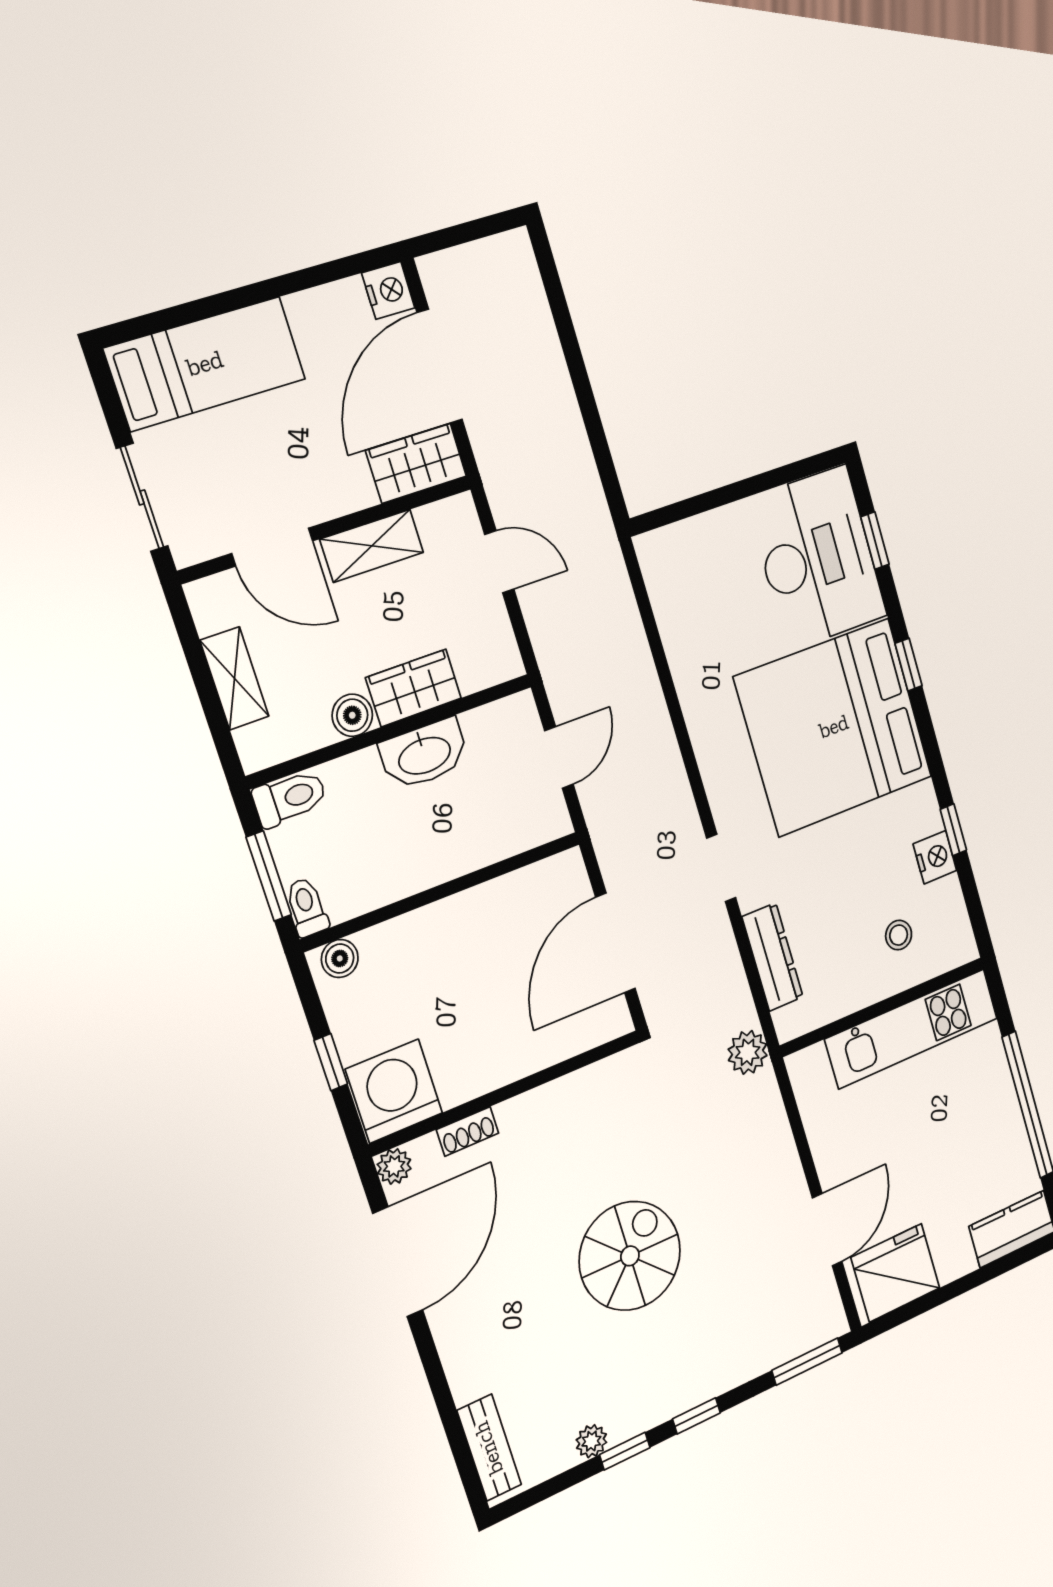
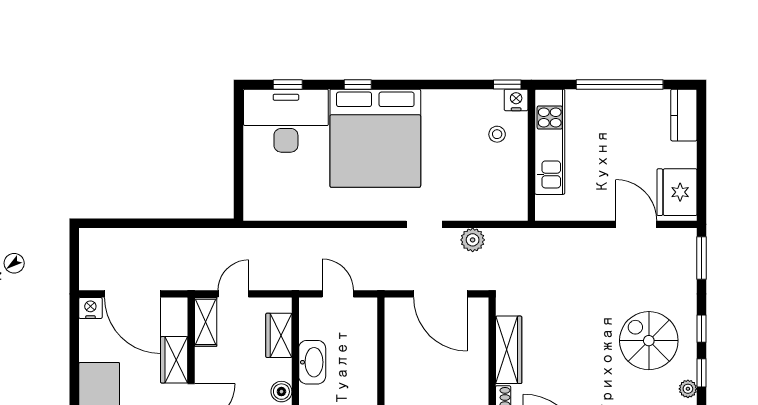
wardrobe: (416, 463) -> (174, 360), moved
shelving: (372, 546) -> (206, 322), moved
wardrobe: (414, 688) -> (279, 335), moved
window: (953, 830) -> (507, 84), moved
nightstand: (935, 857) -> (516, 100), moved
dresser: (773, 957) -> (481, 210), removed
plant: (748, 1052) -> (473, 240), moved
wardrobe: (559, 1103) -> (509, 350), added
spiral stairs: (630, 1256) -> (649, 341), moved

